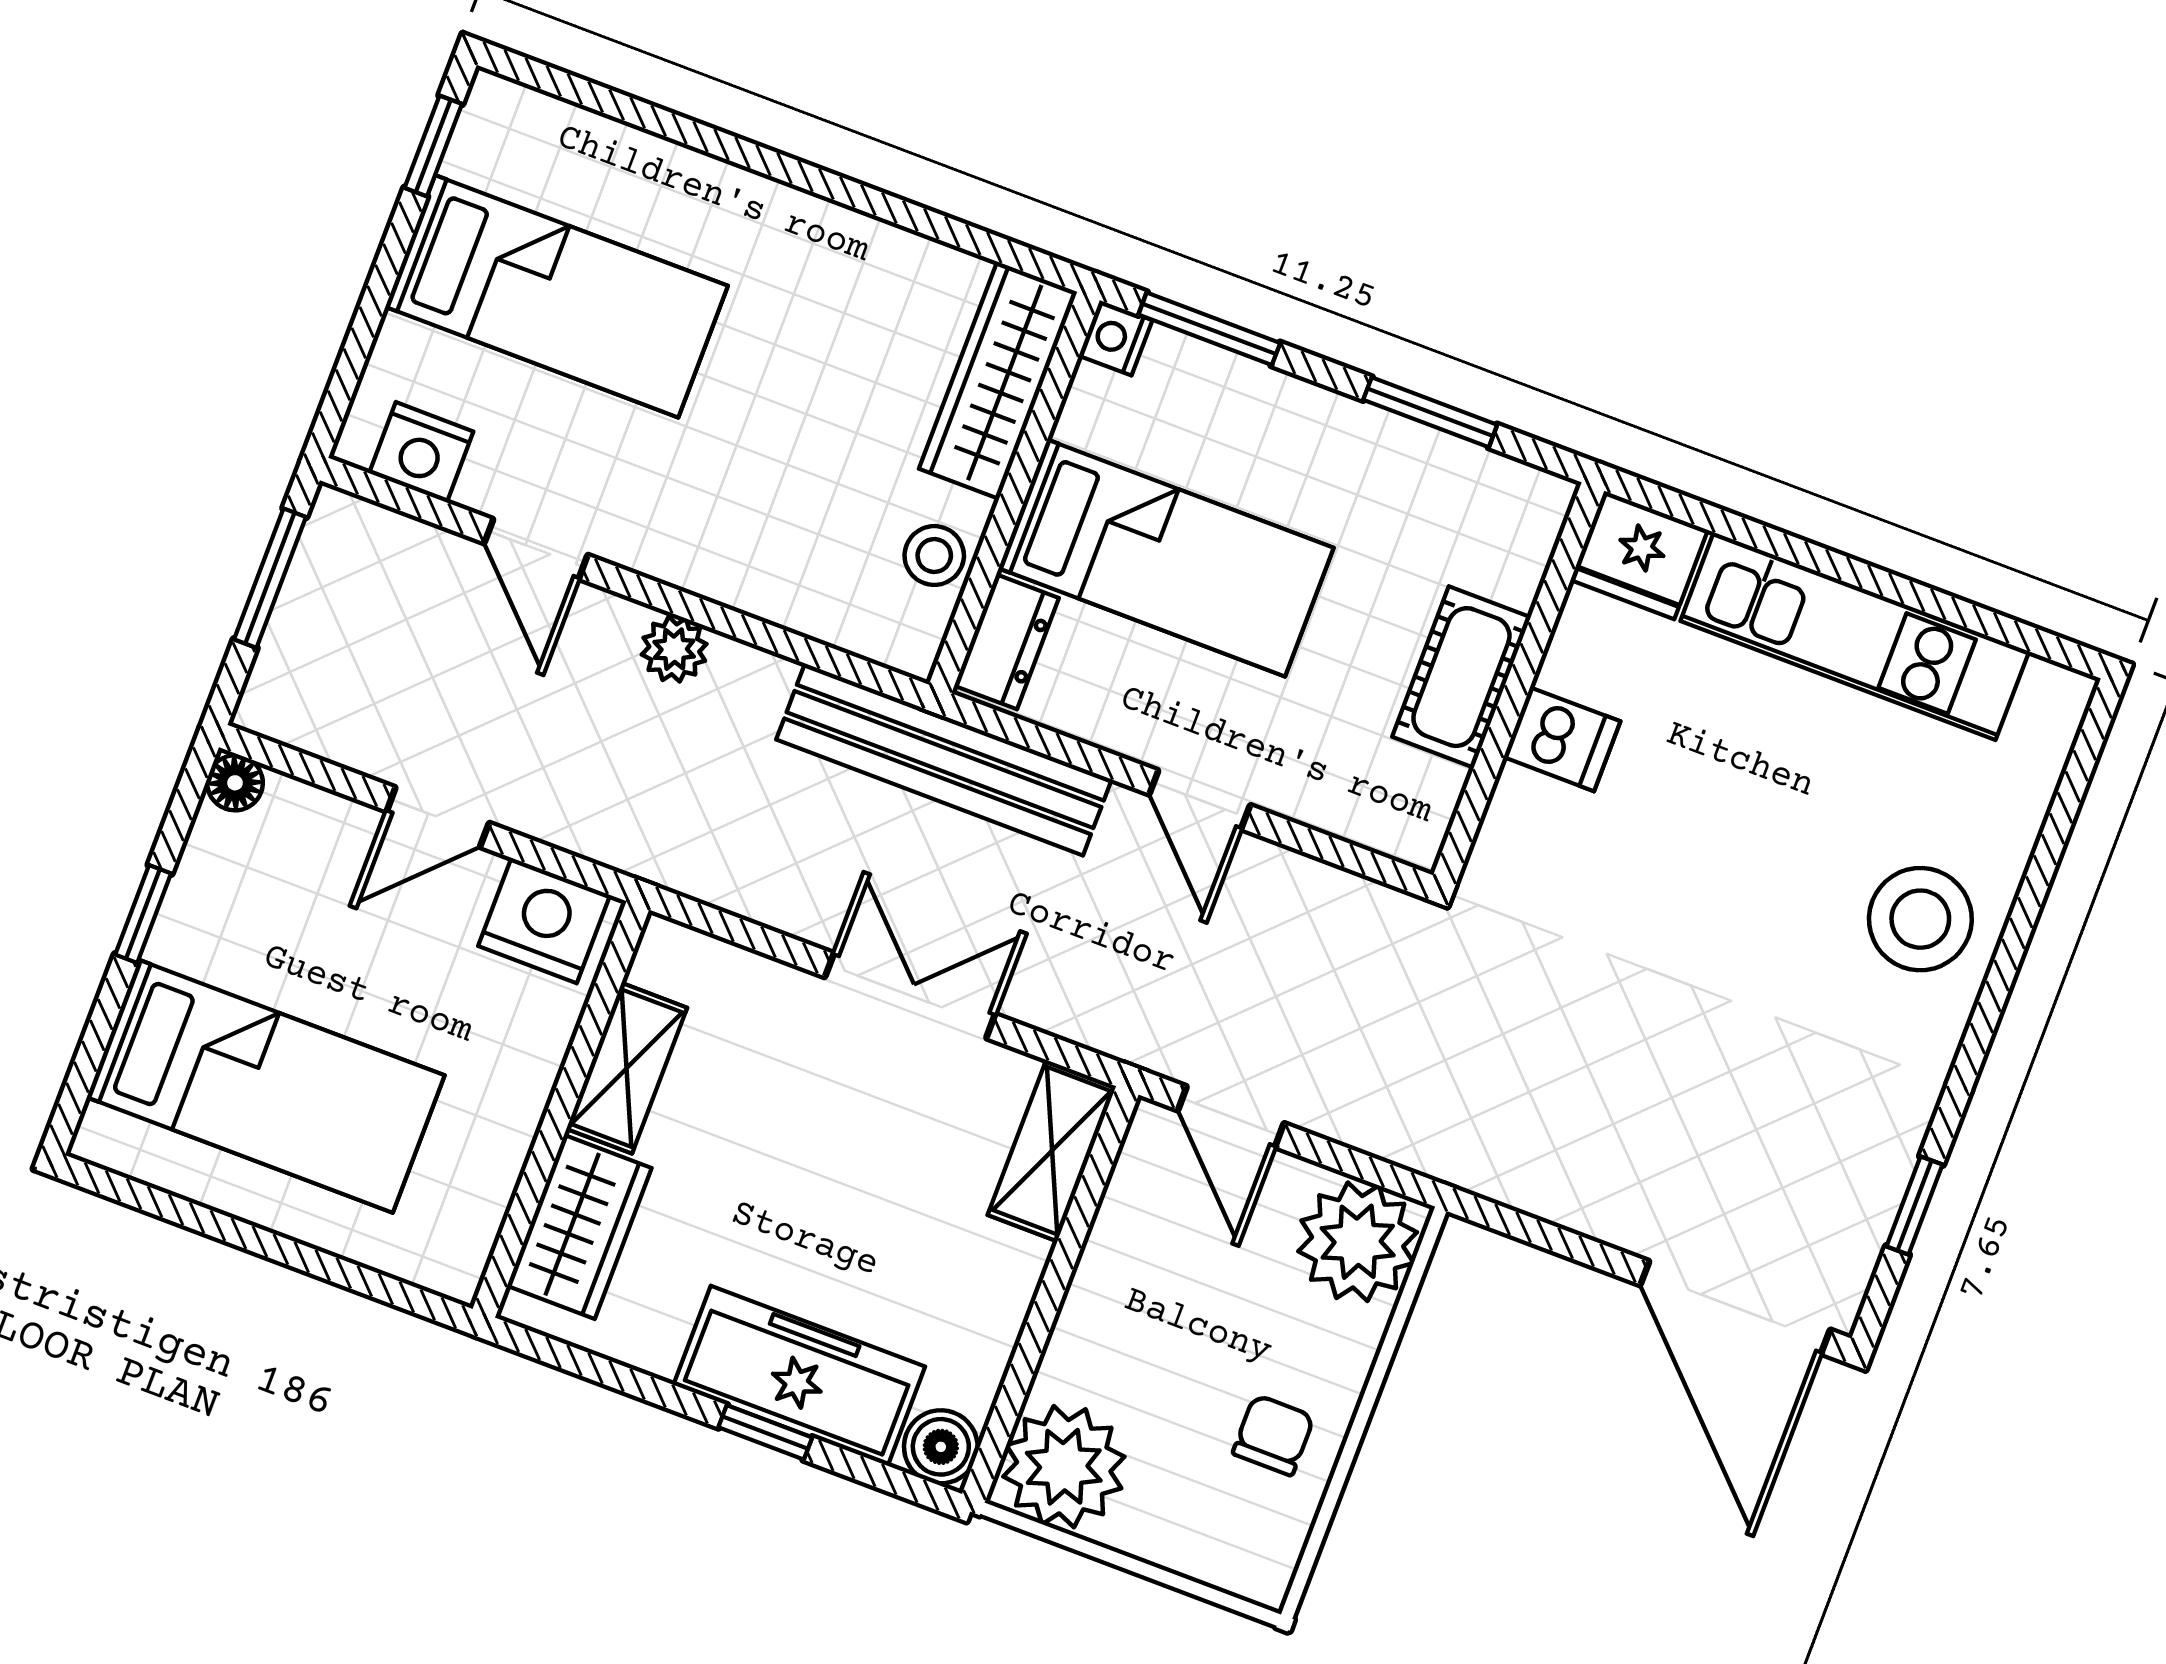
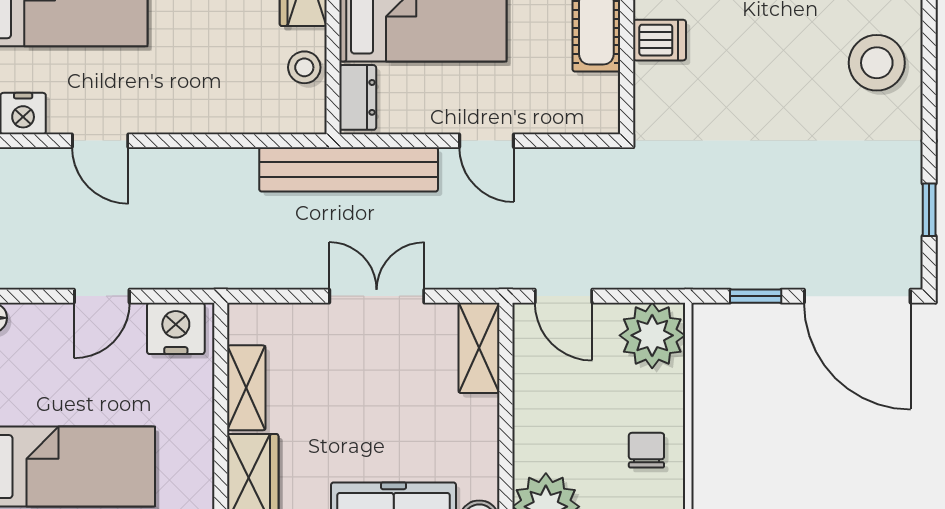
plant: (674, 649) -> (190, 165), removed
window: (1561, 1241) -> (756, 296), added

